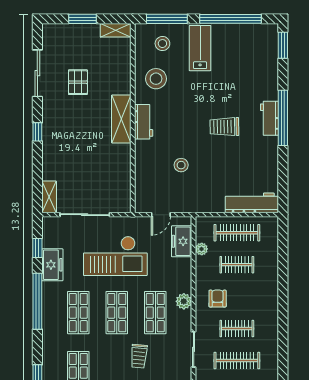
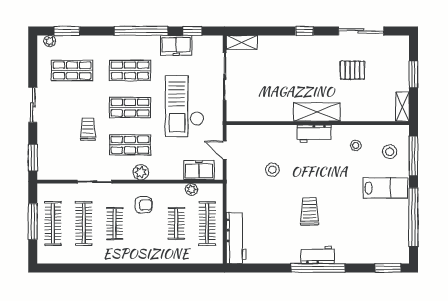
stool: (156, 79) -> (356, 145), width x0.53, depth x0.53
trolley: (139, 356) -> (88, 129), turned 85

